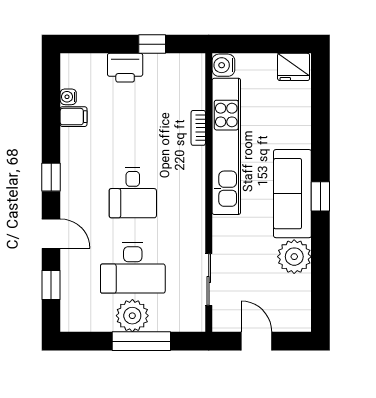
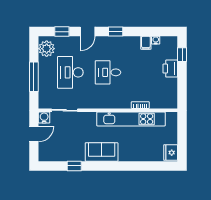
window: (152, 44) -> (182, 55), moved
water cooler: (223, 65) -> (44, 118), moved
sofa: (292, 194) -> (102, 152), width x0.73
window: (320, 196) -> (74, 166), moved
plant: (294, 257) -> (76, 153), removed
plant: (132, 316) -> (47, 49), moved

